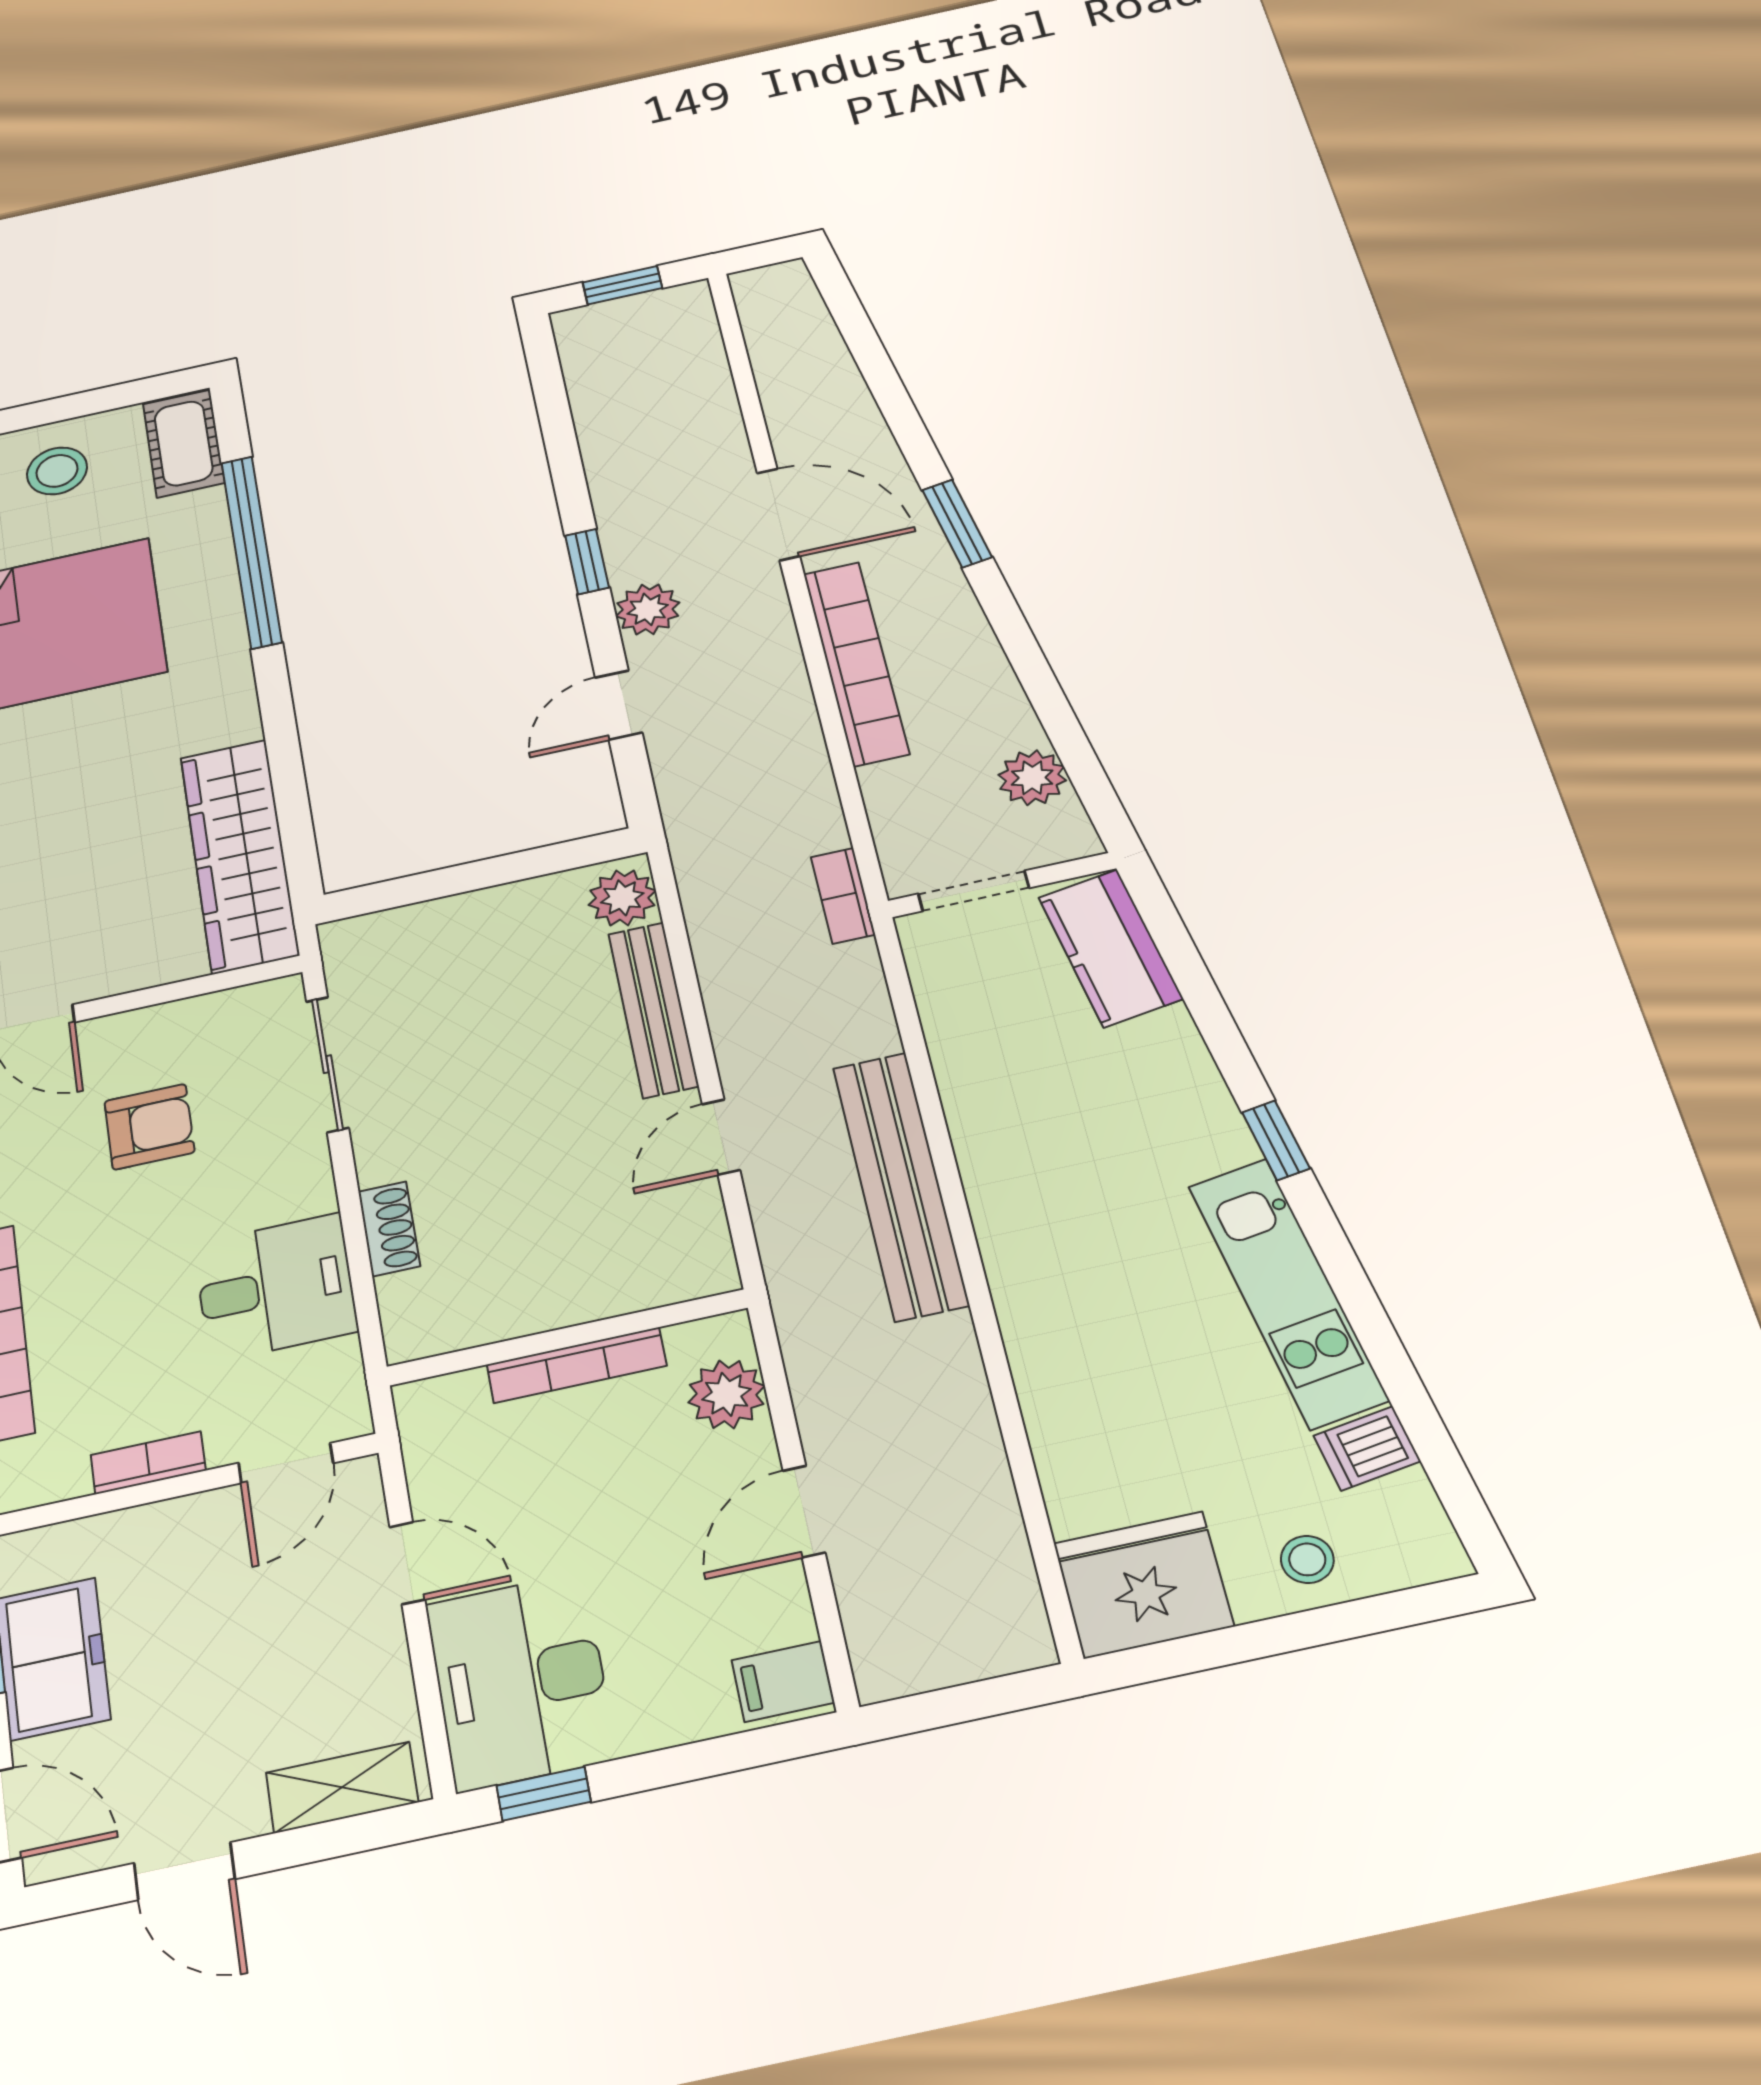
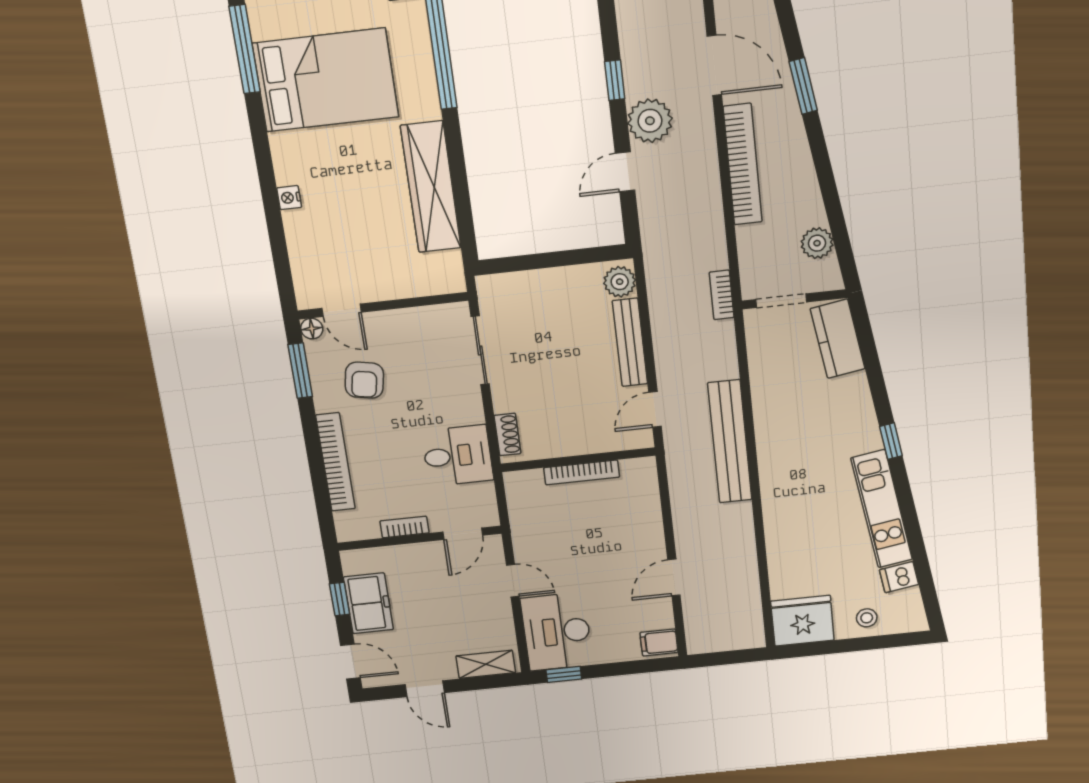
plant: (648, 609) -> (650, 121), width x1.36, depth x1.36
wardrobe: (239, 855) -> (431, 187), moved
armchair: (149, 1127) -> (364, 380), moved, turned 100
wall: (567, 1337) -> (578, 460), moved
bookcase: (577, 1365) -> (582, 472), moved
plant: (726, 1394) -> (647, 526), removed

